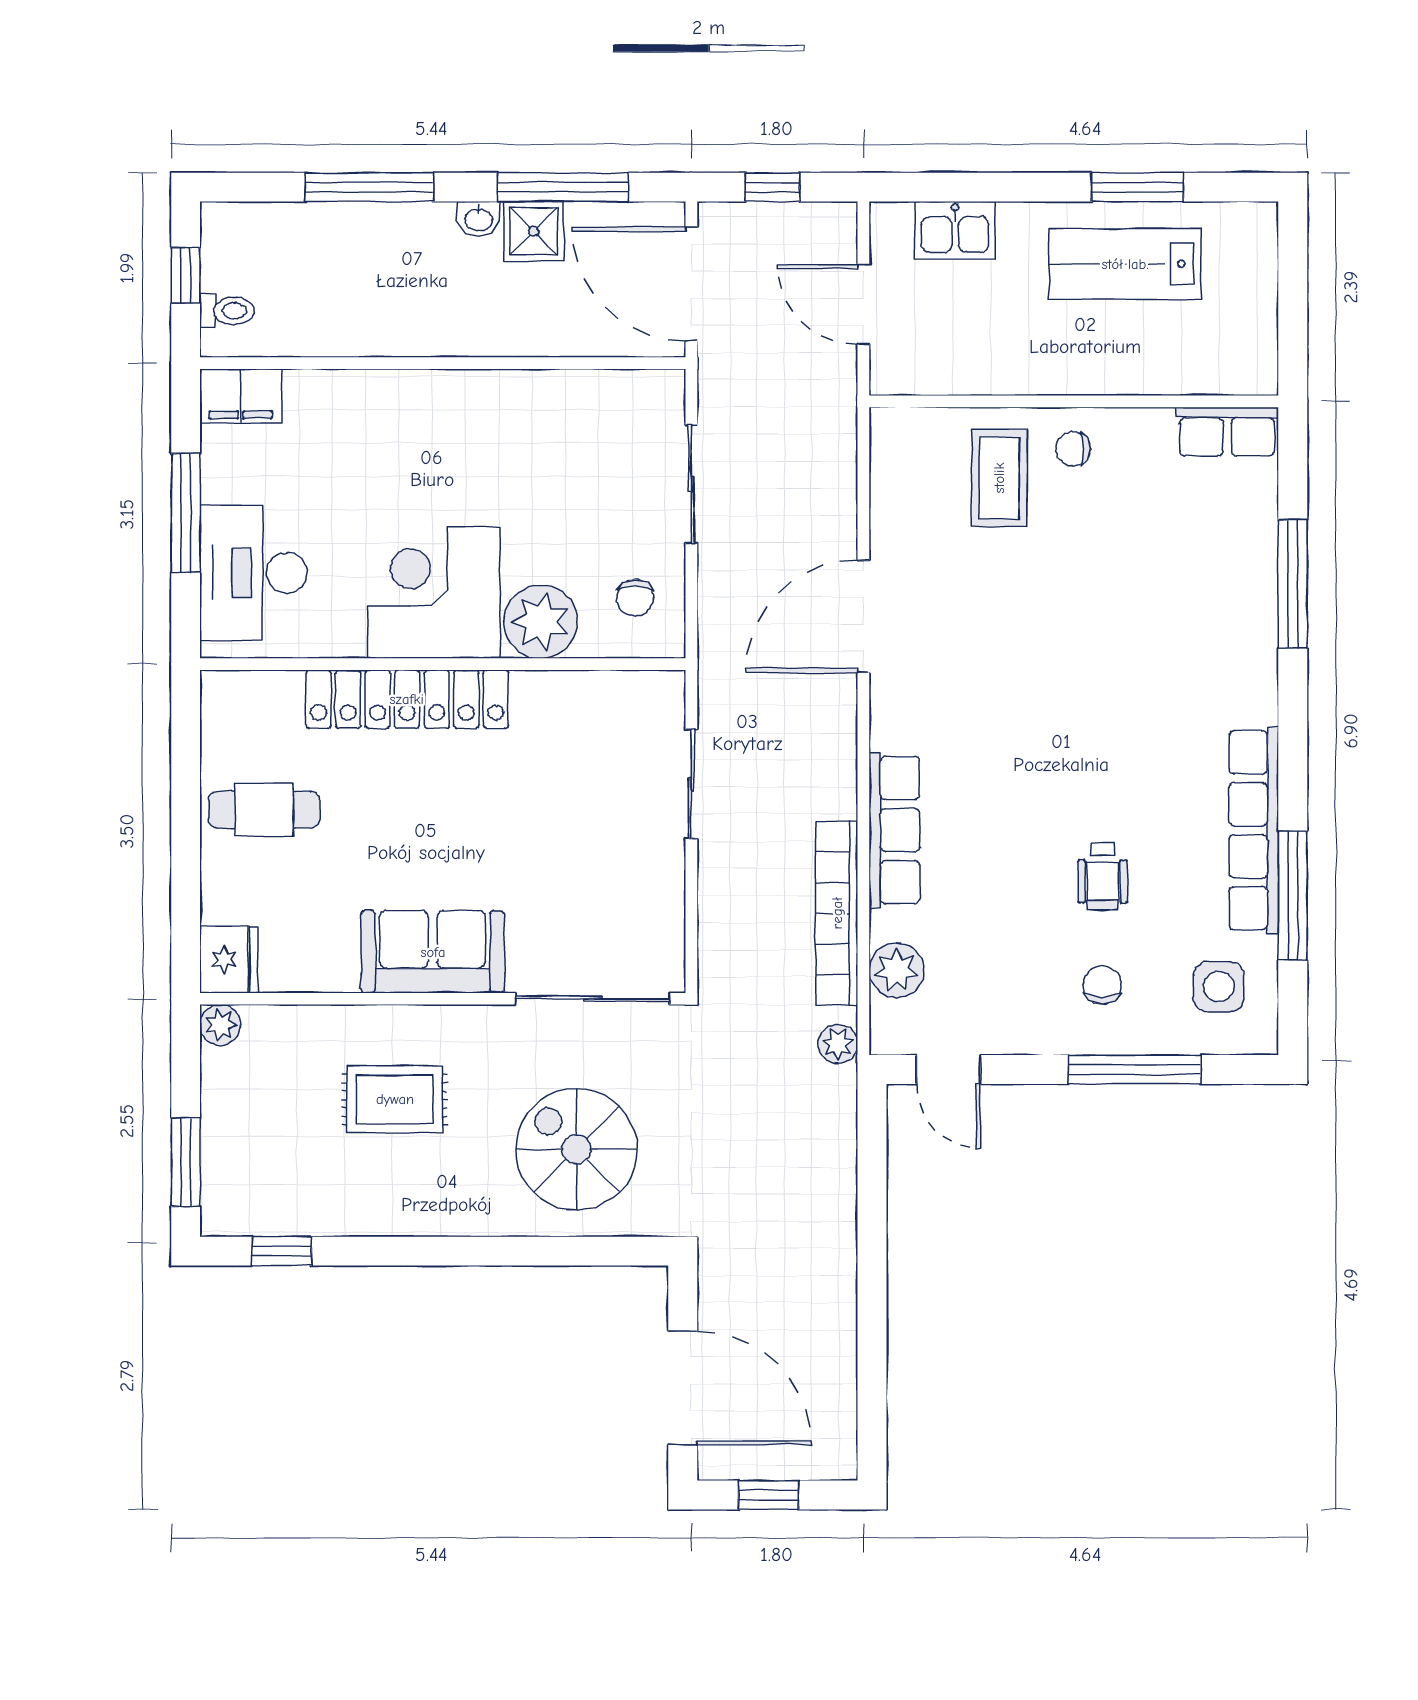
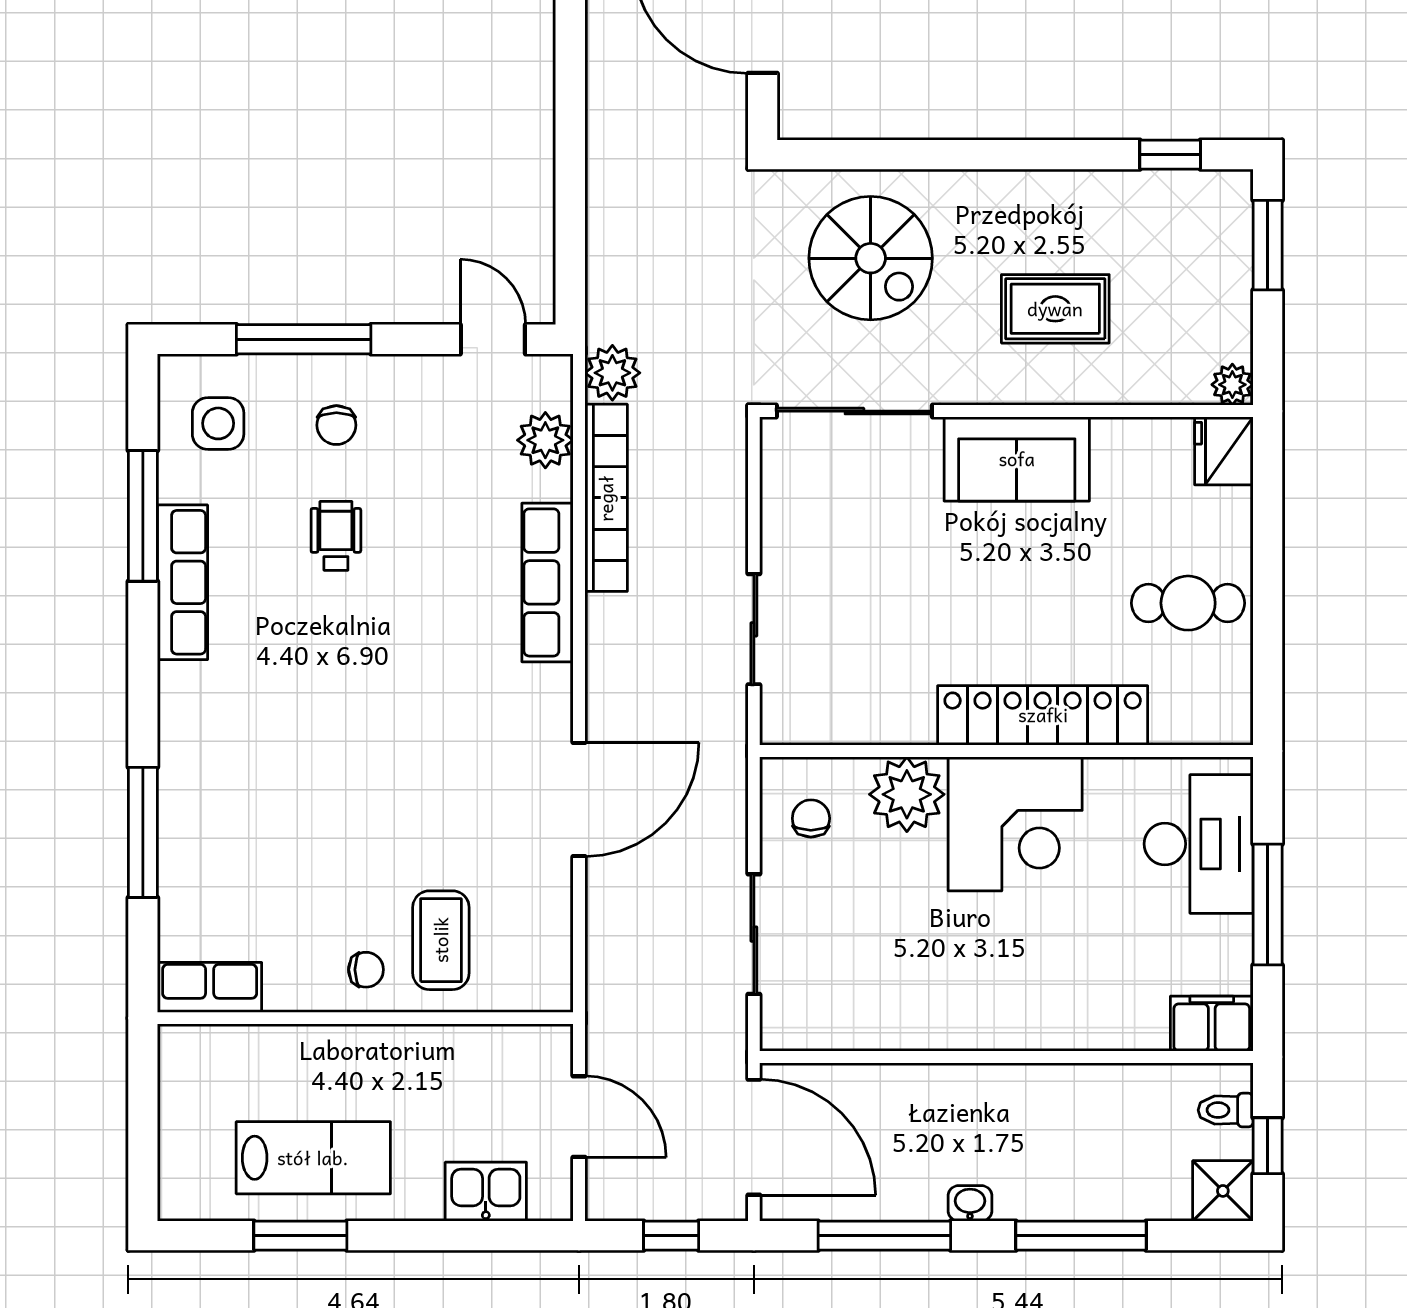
shower: (534, 231) -> (1223, 1191), moved
row of seats: (1254, 830) -> (183, 582), width x0.73
plant: (838, 1044) -> (612, 373), width x1.38, depth x1.38

